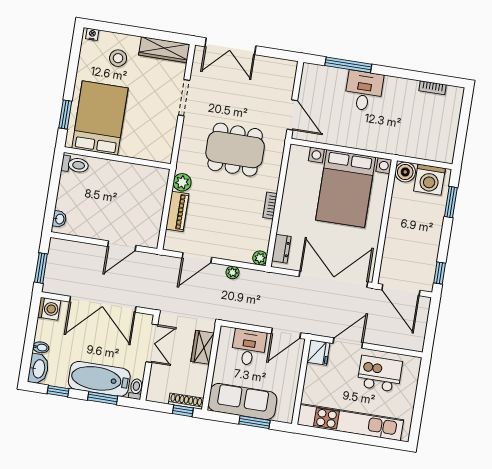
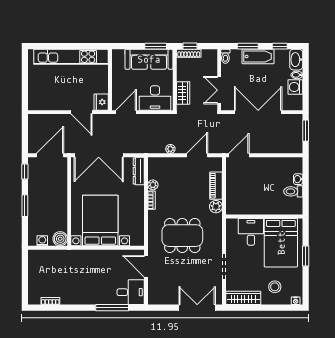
desk: (364, 91) -> (131, 292), moved, turned -90
window: (65, 115) -> (306, 256), moved
desk: (139, 140) -> (251, 232), added
toilet: (75, 165) -> (293, 191), moved
washing machine: (430, 180) -> (42, 241), width x0.53, depth x0.53
window: (451, 202) -> (25, 206), moved
washbasin: (59, 219) -> (298, 179), moved
door: (122, 246) -> (239, 155), moved
dresser: (281, 249) -> (139, 171), width x1.44
plant: (260, 258) -> (153, 185), moved
door: (401, 290) -> (50, 155), hinge flipped
washing machine: (49, 309) -> (295, 87), moved
door: (348, 343) -> (81, 112), hinge flipped
desk: (249, 347) -> (155, 98), width x1.37
kitchen island: (380, 374) -> (56, 94), removed
bathtub: (99, 379) -> (258, 57), width x0.73, depth x0.73
window: (254, 422) -> (156, 46), moved

